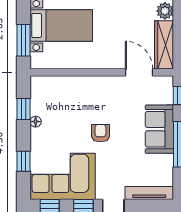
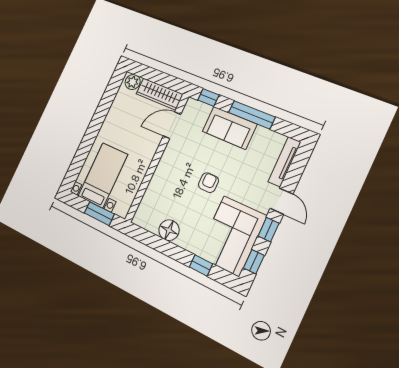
window: (23, 109) -> (155, 242), removed
floor lamp: (36, 122) -> (169, 230), width x1.89, depth x1.89
armchair: (100, 133) -> (208, 183), turned 90

